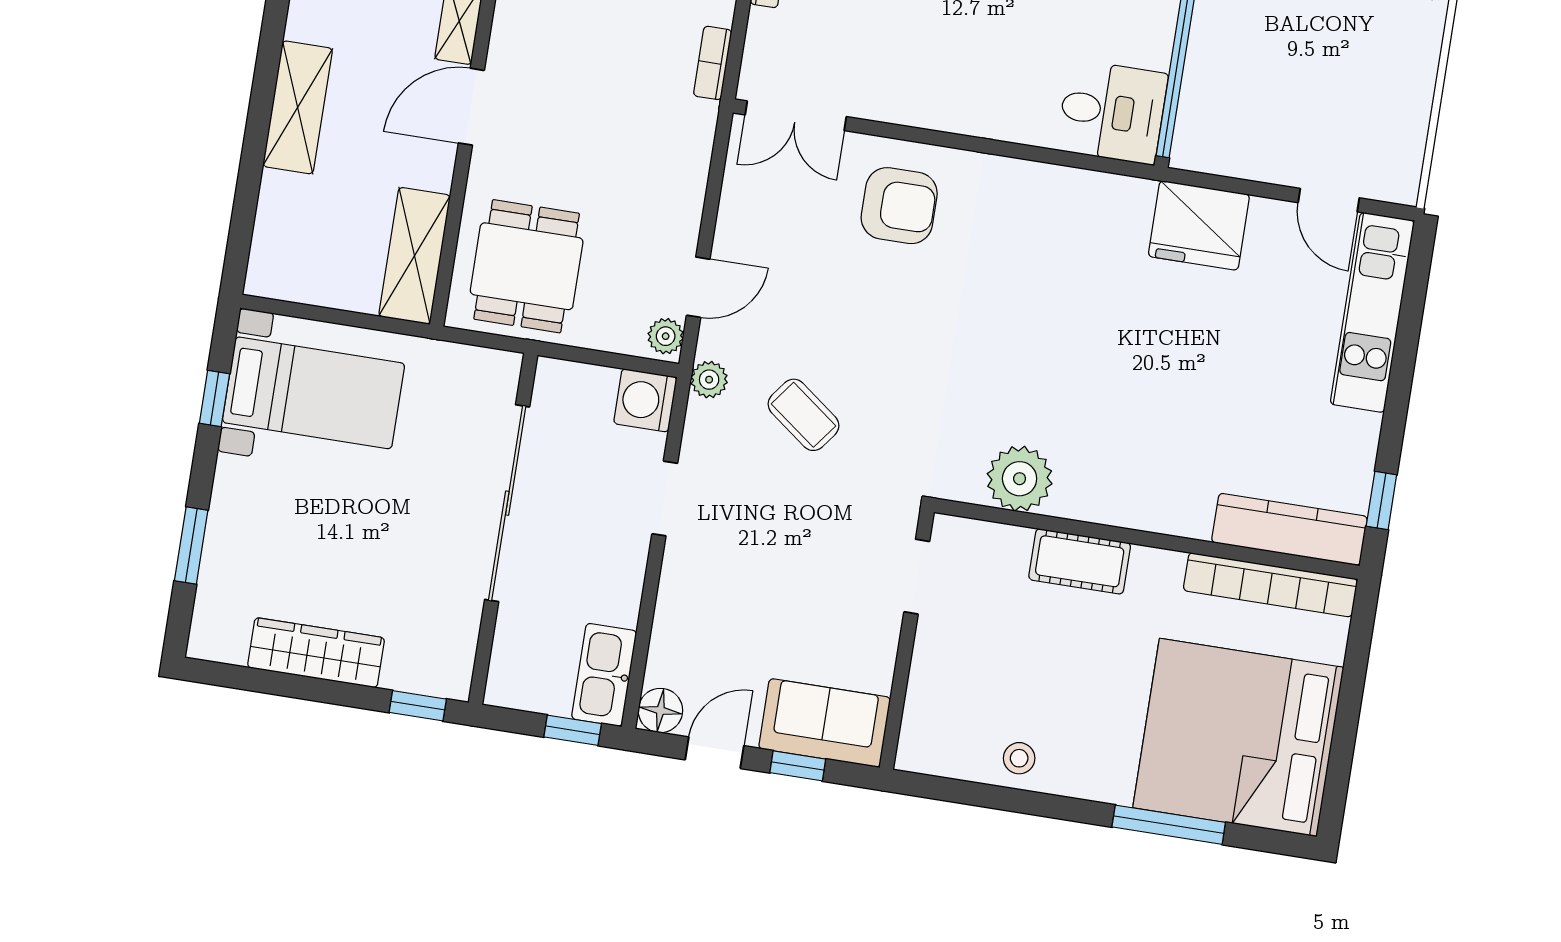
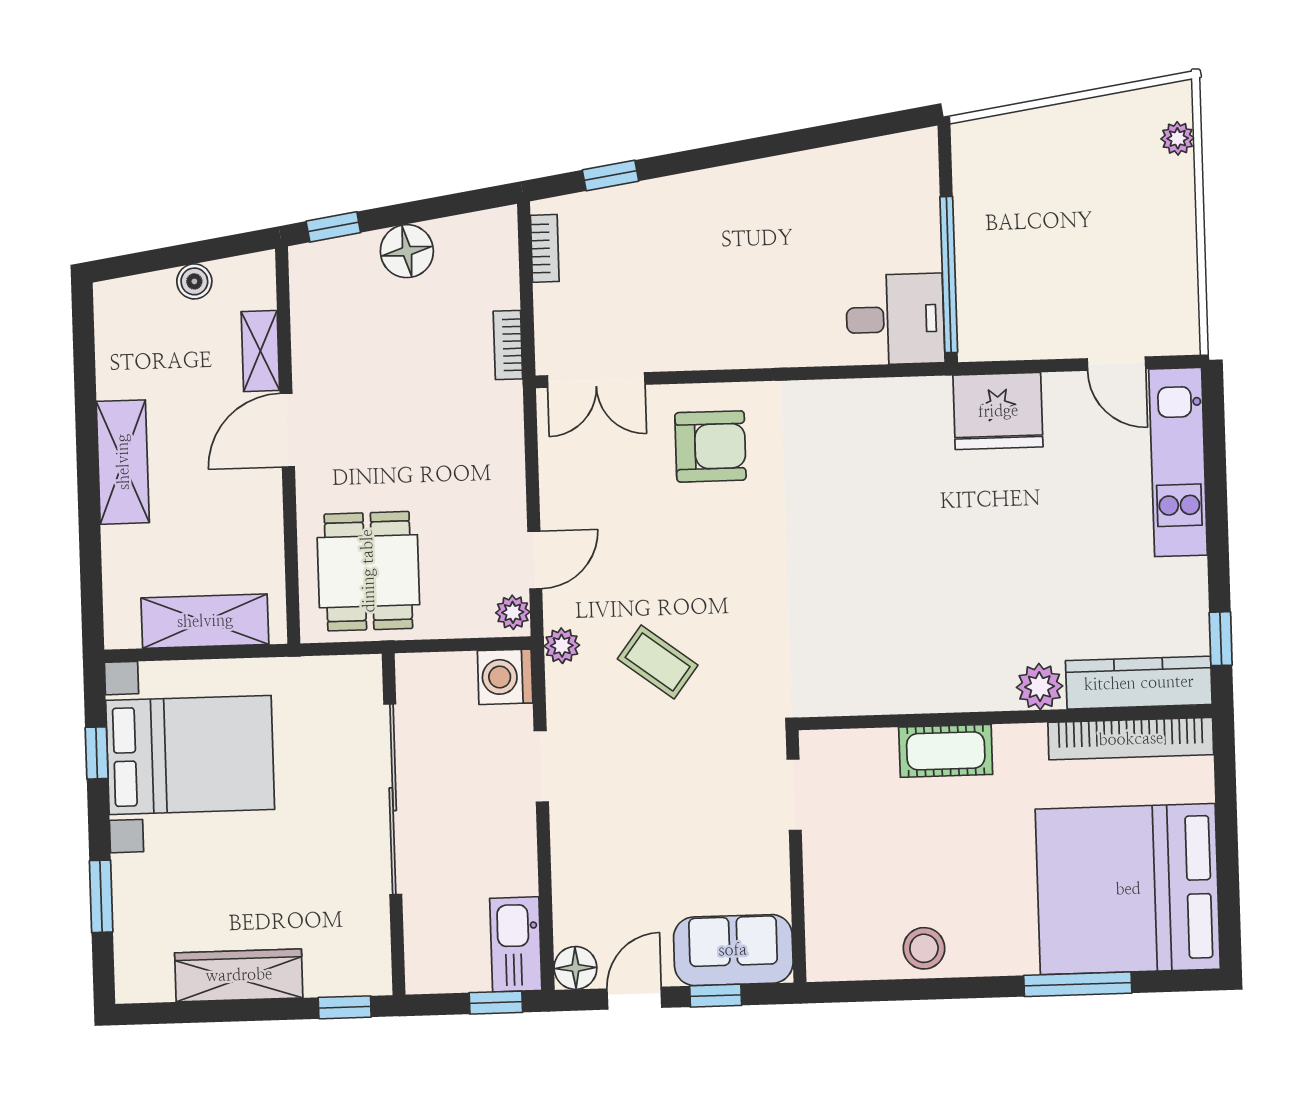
shelving: (415, 256) -> (205, 621), moved, turned 90
bed with nightstands: (313, 393) -> (190, 755), width x1.36
plant: (1020, 479) -> (1040, 687), moved, width x0.73, depth x0.73
stool: (1019, 758) -> (924, 948), width x1.37, depth x1.37

